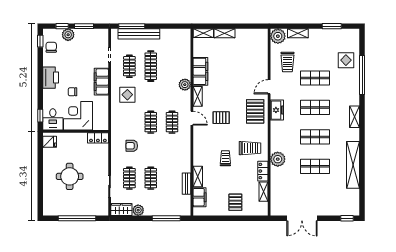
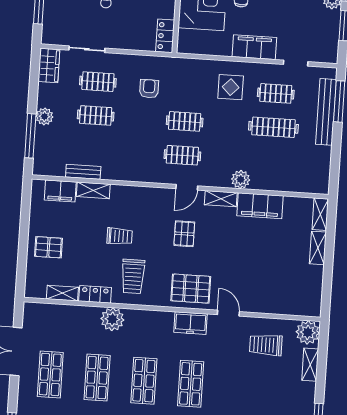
shop shelf: (315, 78) -> (50, 374), moved
plant: (138, 210) -> (44, 116), moved

